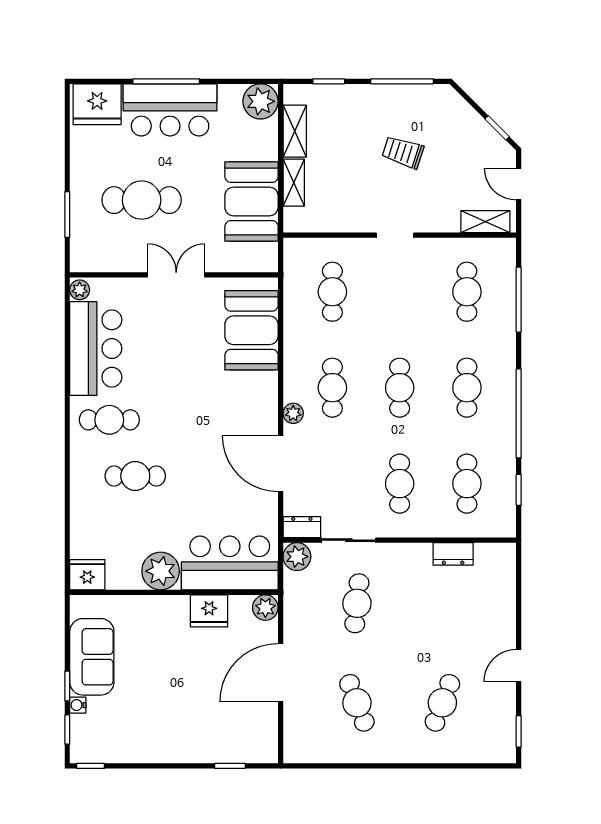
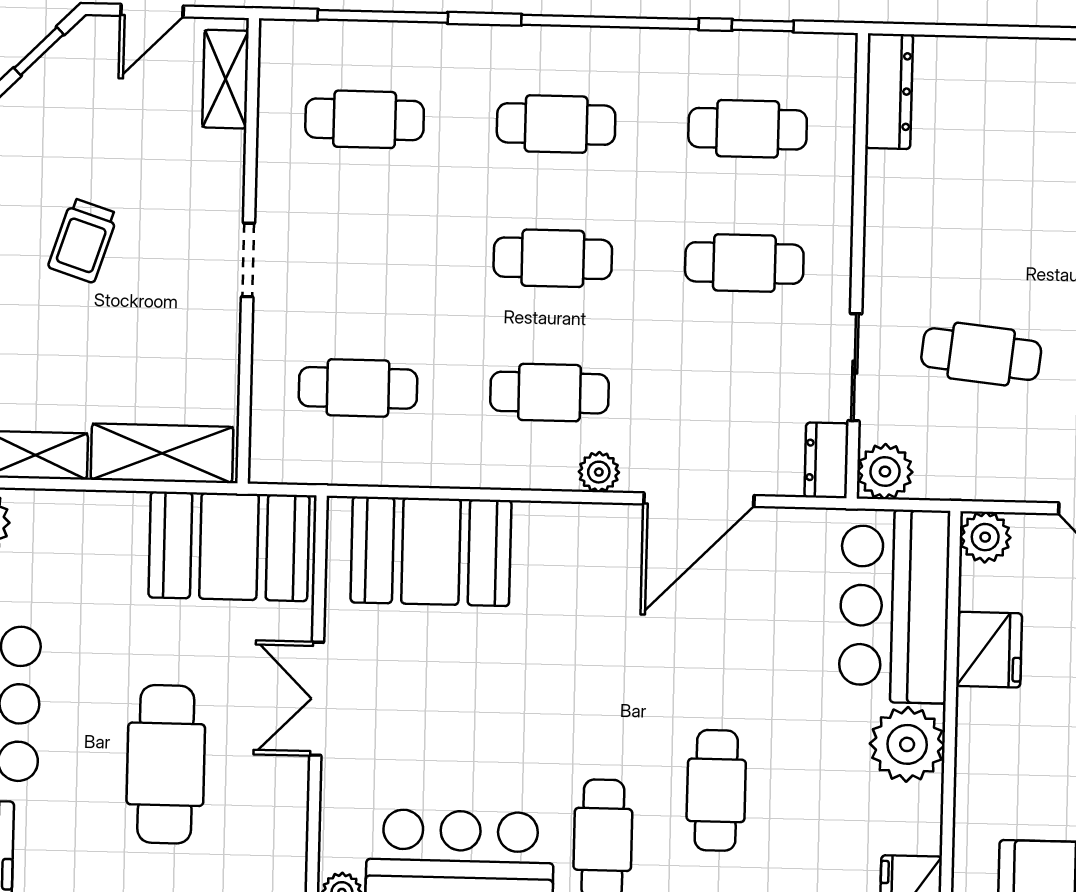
shelving: (294, 183) -> (162, 453), width x1.50, depth x1.33
booth: (251, 201) -> (229, 546), moved
dresser: (453, 554) -> (889, 91), moved, width x1.44

